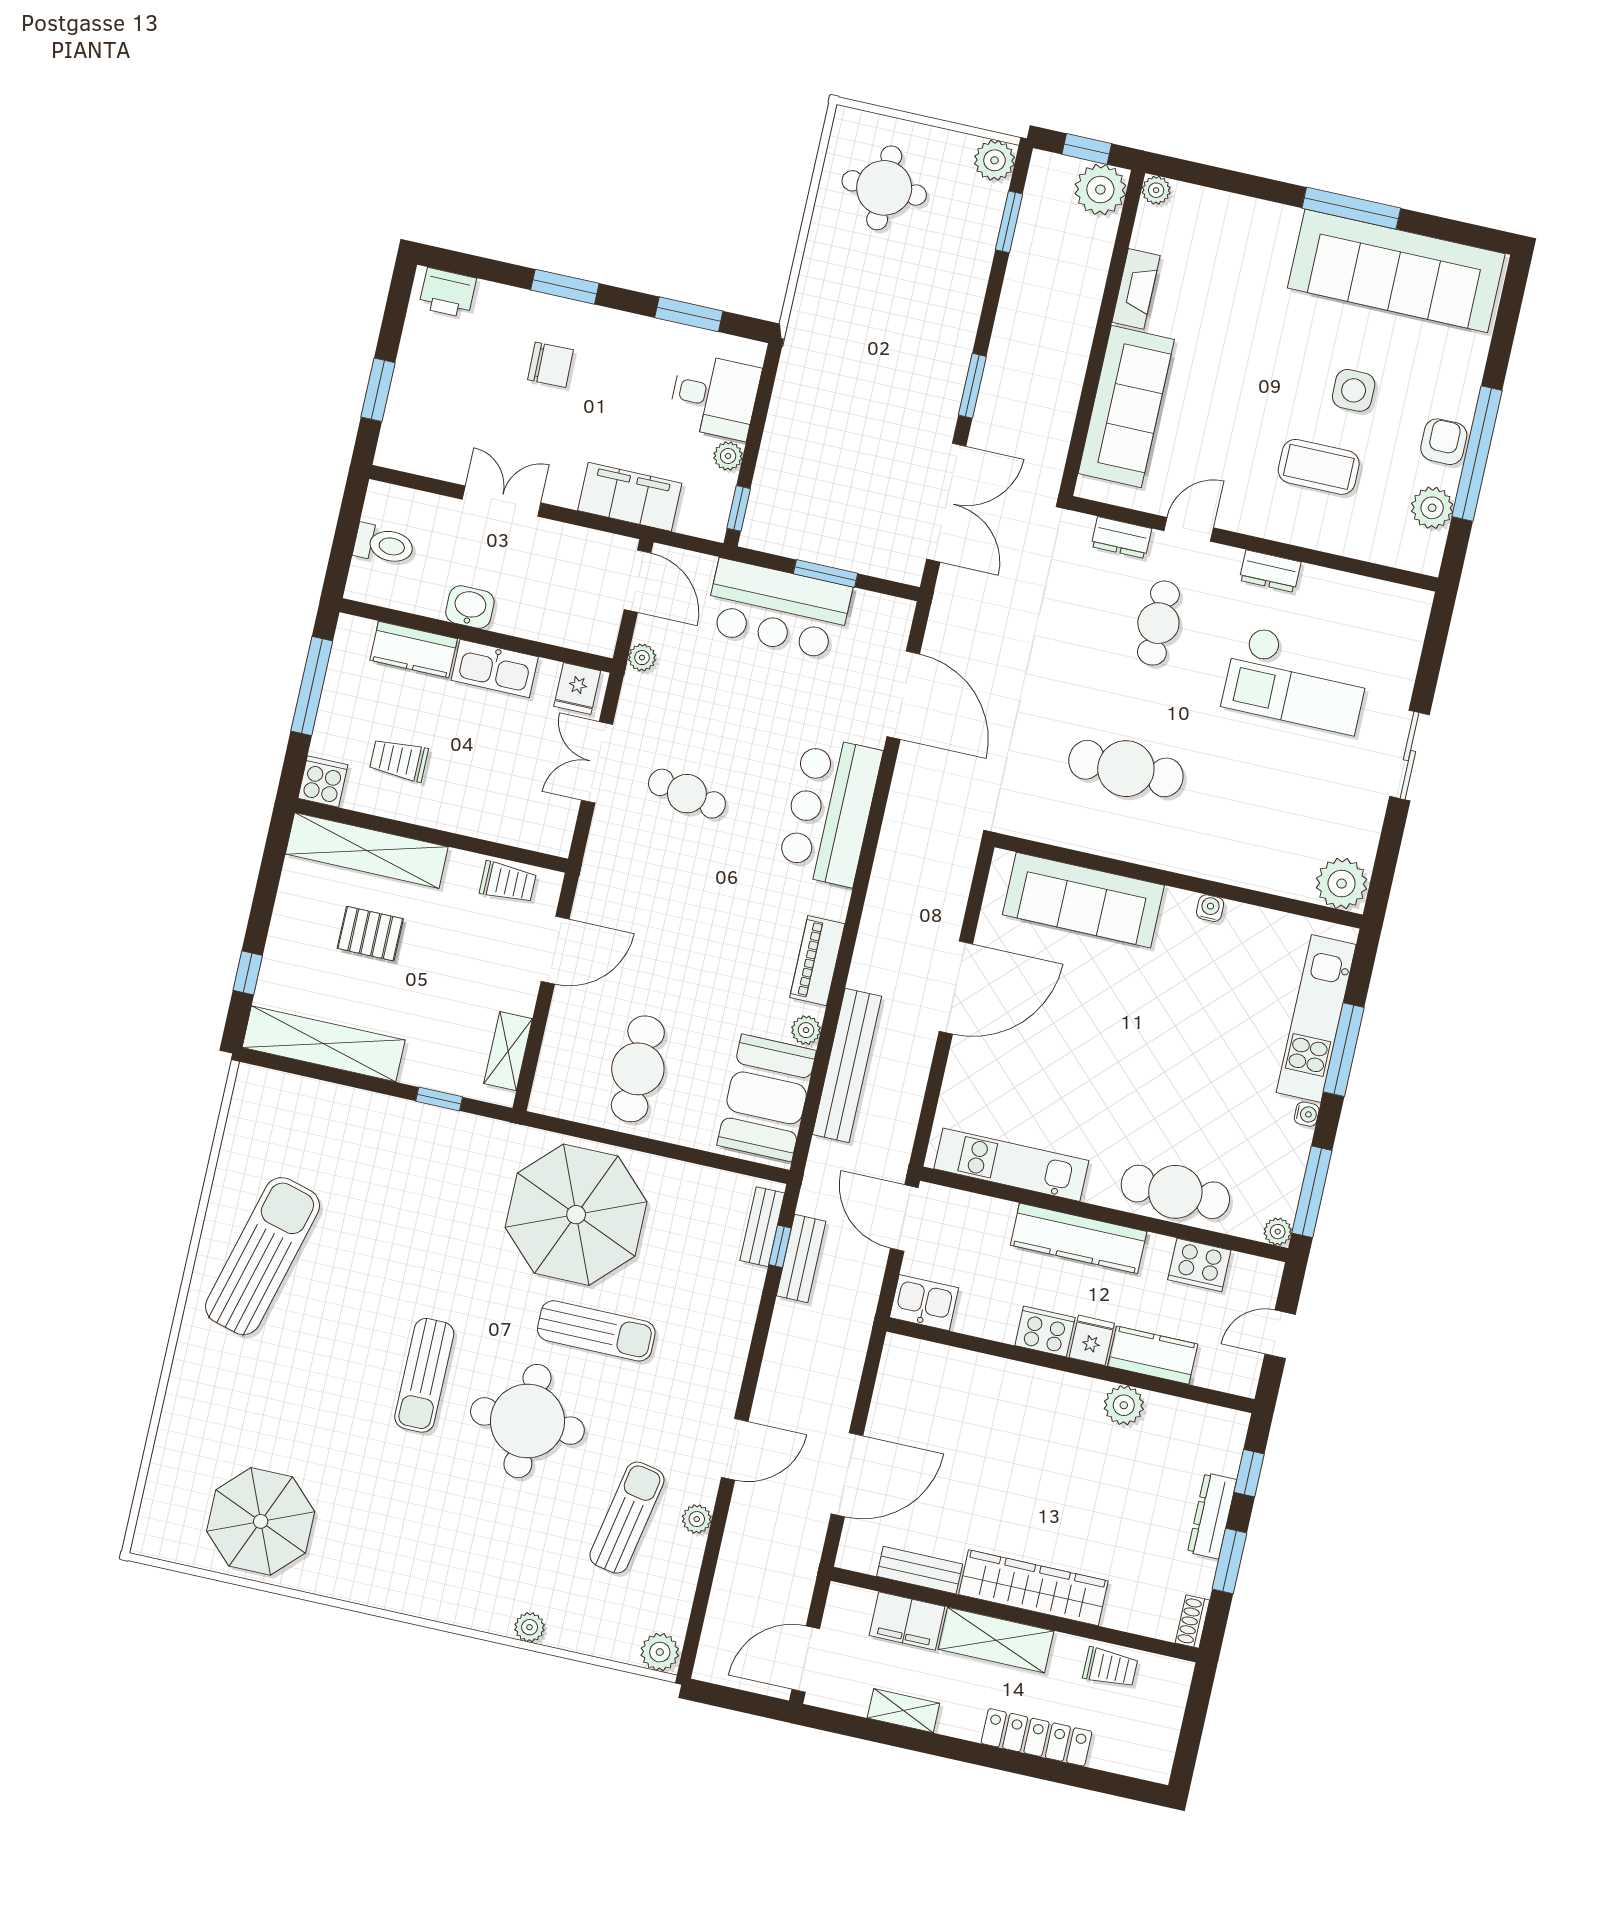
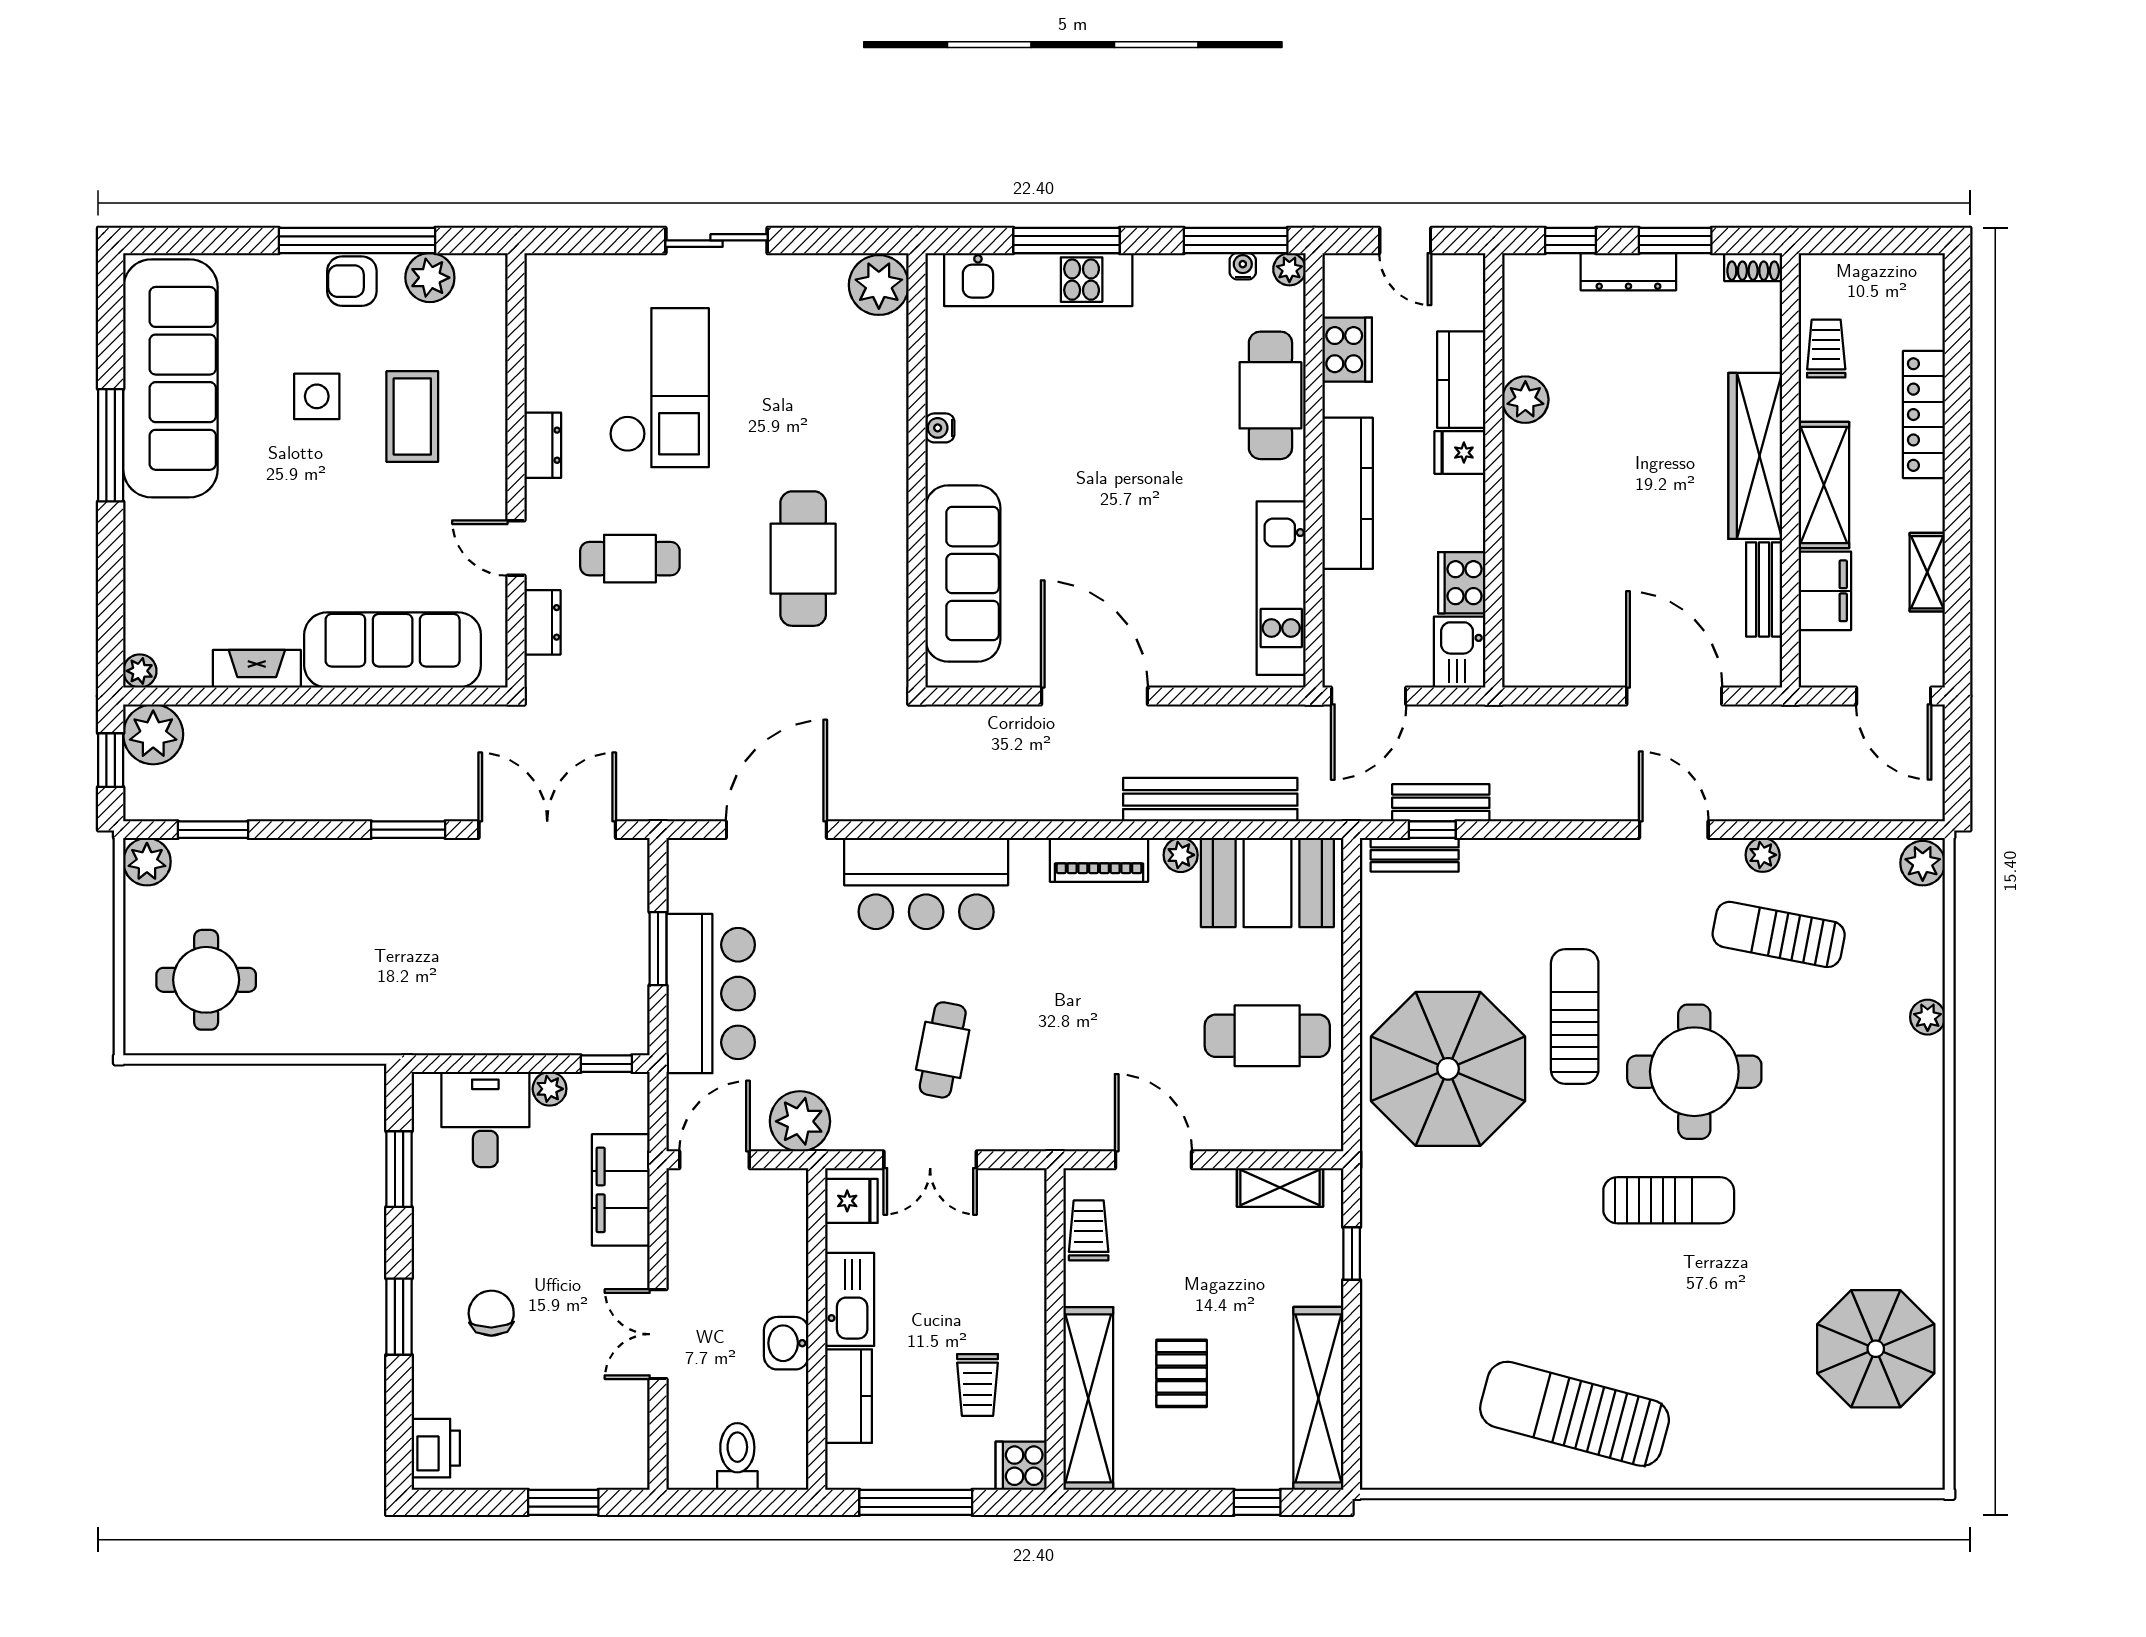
plant: (642, 658) -> (800, 1121), width x1.87, depth x1.87
water cooler: (1307, 1114) -> (1243, 266), moved
cooker: (1045, 1331) -> (1462, 583), moved

